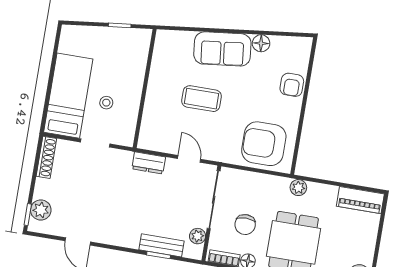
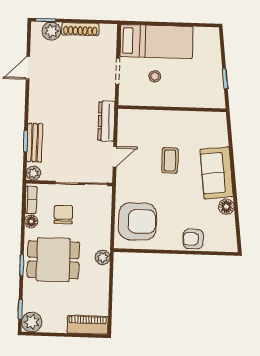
coffee table: (202, 99) -> (170, 160), width x0.73, depth x0.77
armchair: (264, 144) -> (137, 221), turned 90
shoe rack: (46, 157) -> (80, 29), moved
dresser: (149, 163) -> (106, 121), width x1.44
piano: (360, 200) -> (88, 325), moved, turned 90
chair: (245, 225) -> (63, 214), turned 90
plant: (198, 236) -> (33, 173), moved

